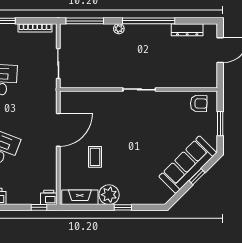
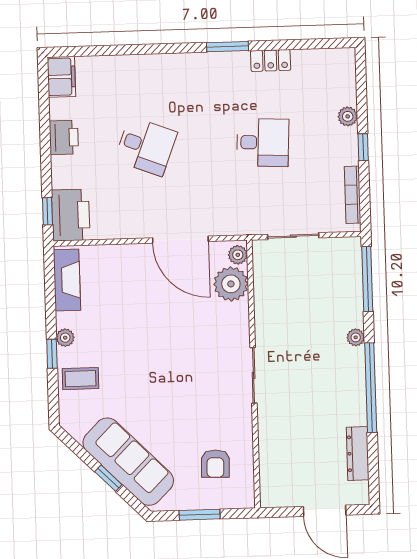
plant: (68, 96) -> (238, 255), added
plant: (85, 101) -> (231, 284), added
armchair: (199, 103) -> (215, 464), moved
coffee table: (95, 157) -> (80, 379), moved
plant: (109, 195) -> (65, 338), width x0.53, depth x0.53
printer: (49, 197) -> (71, 215), width x1.87, depth x1.48

